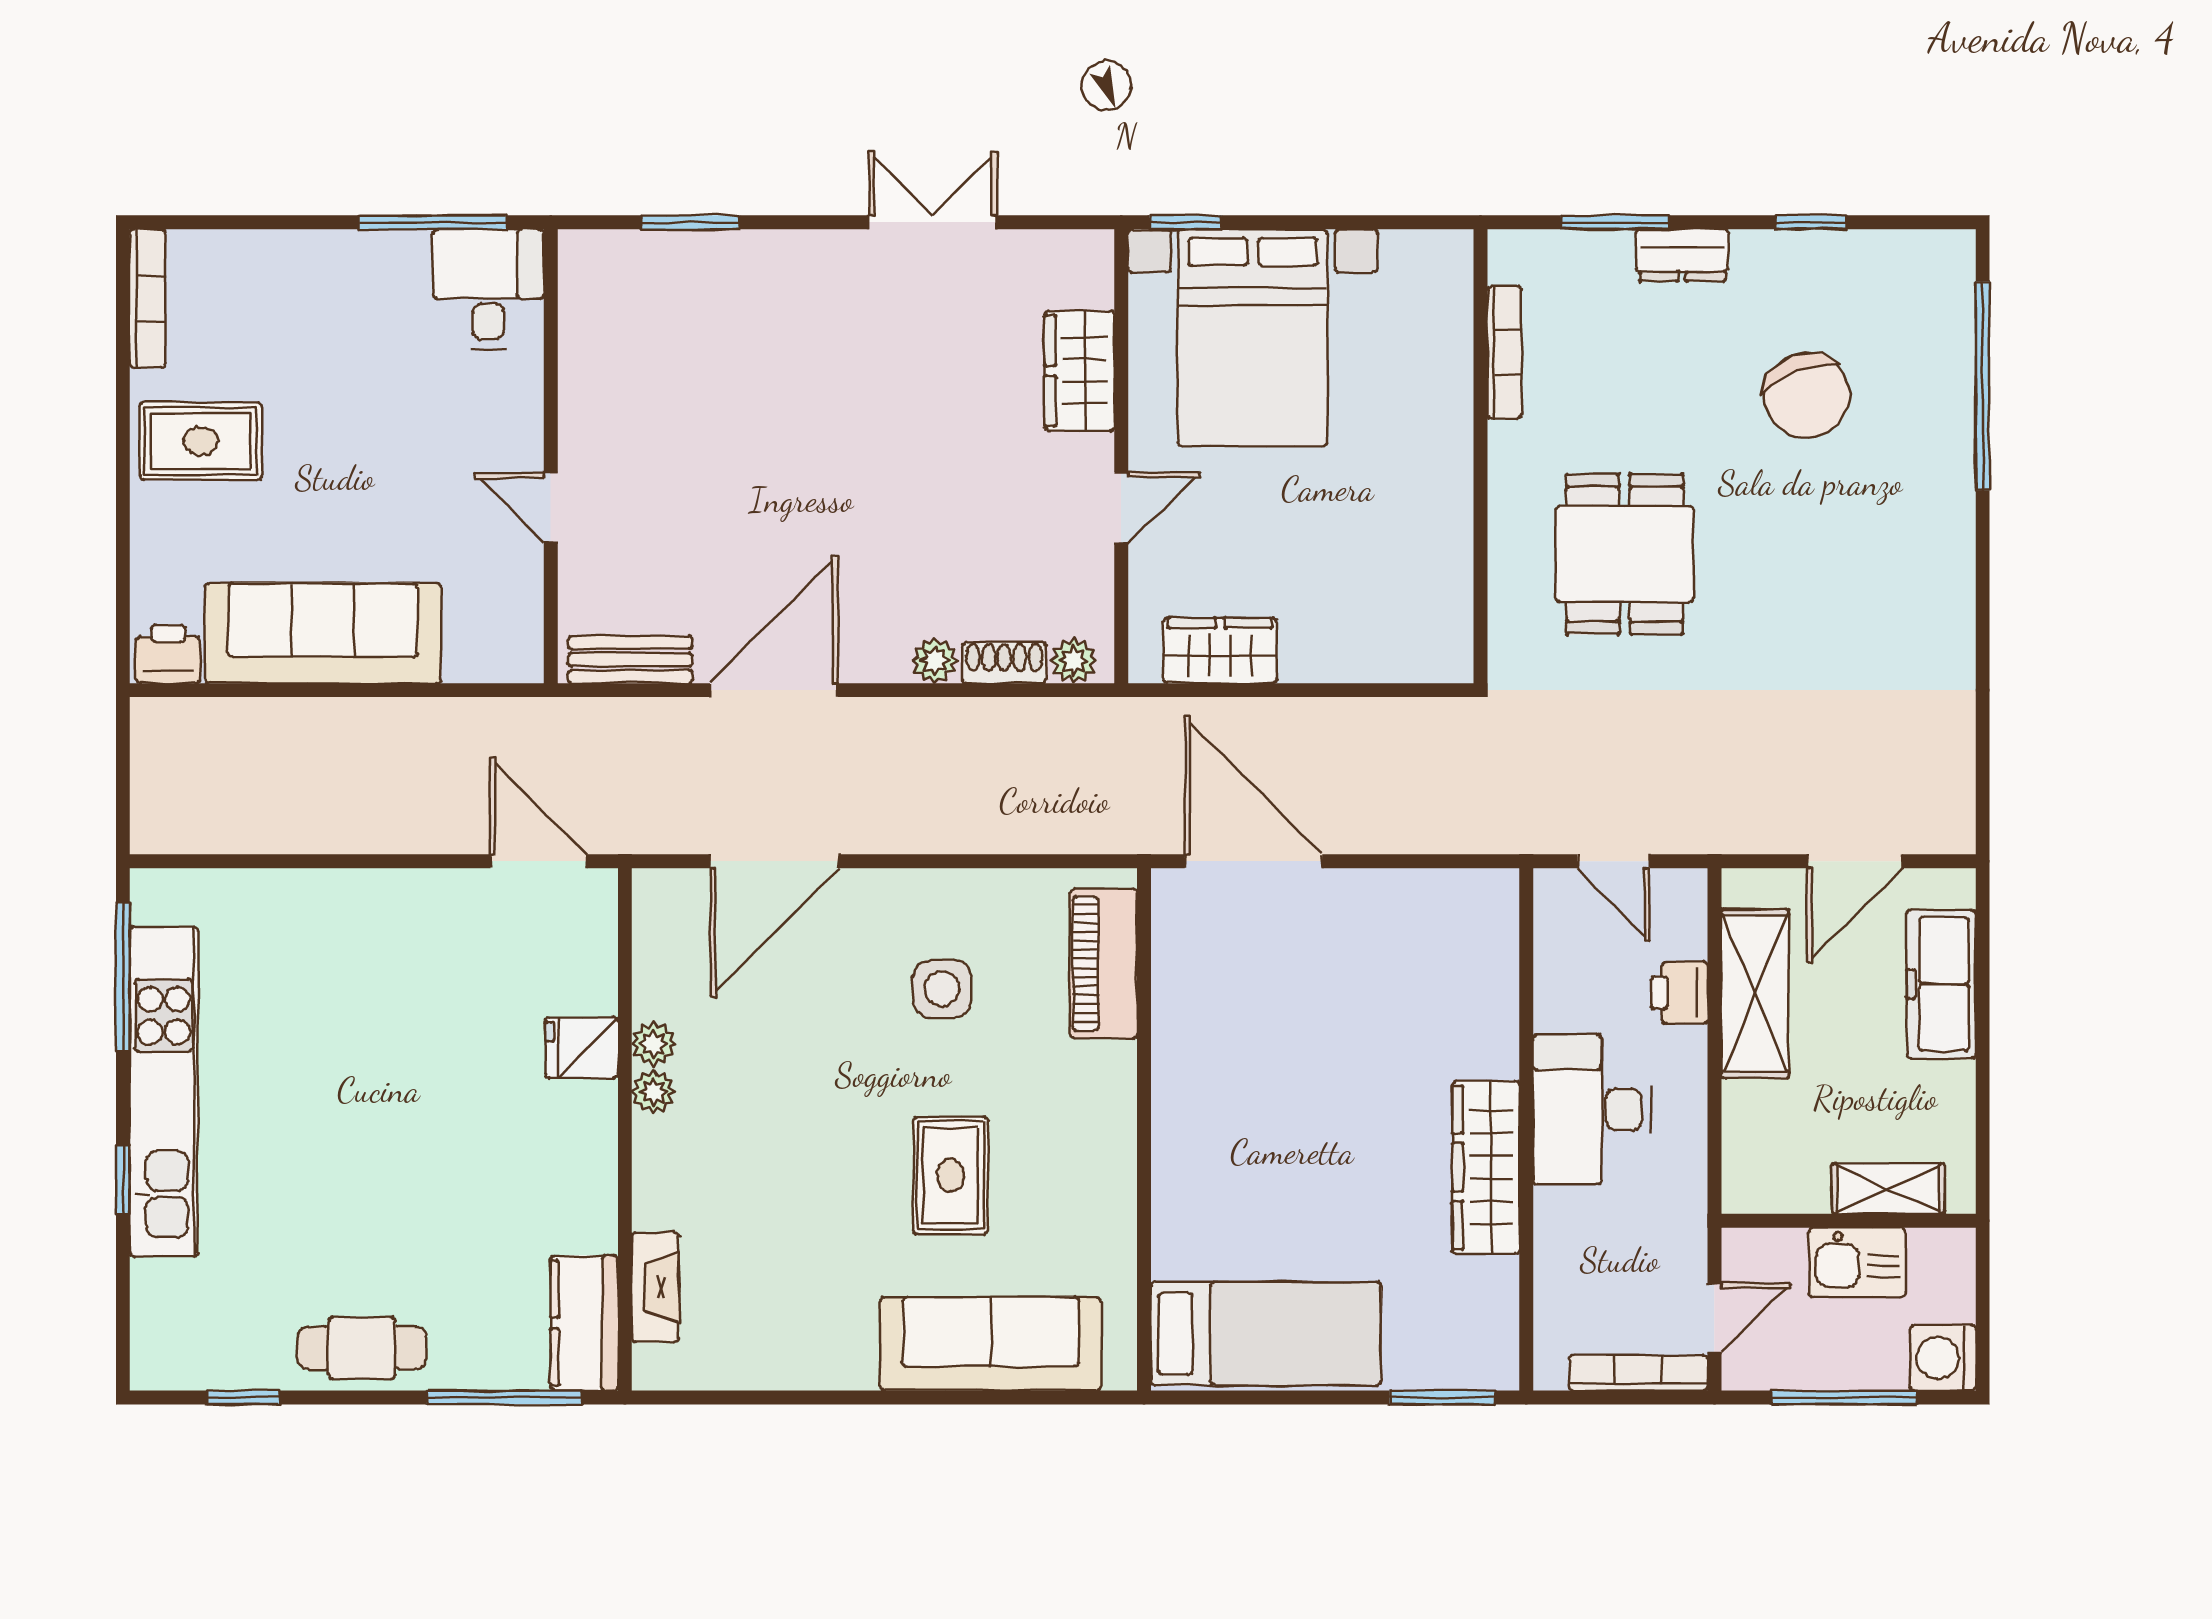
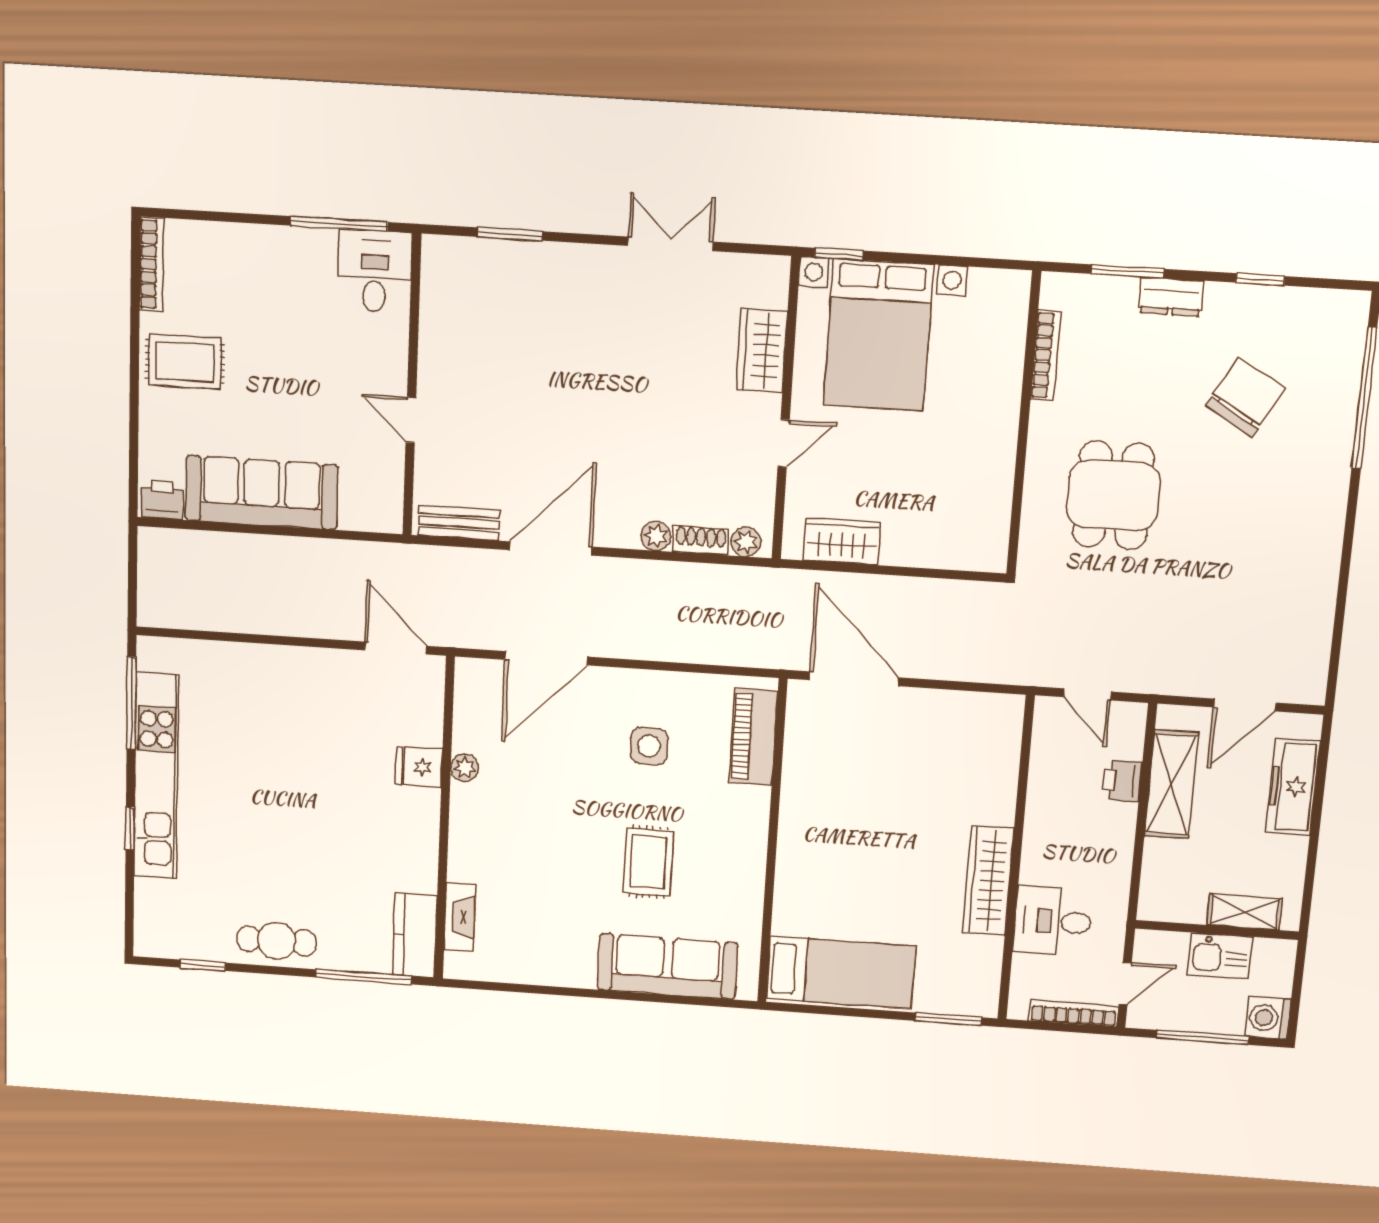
chair: (1807, 395) -> (1245, 397), turned -129
plant: (653, 1092) -> (463, 797), removed
desk: (1592, 1109) -> (1053, 921), moved, width x0.73

